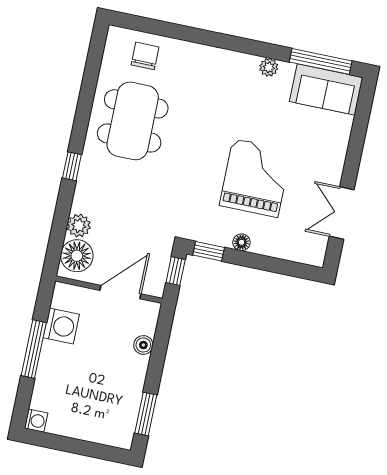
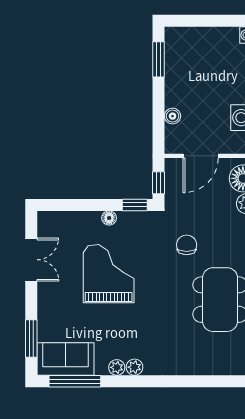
chair: (145, 56) -> (187, 245), moved, turned 180
plant: (248, 63) -> (134, 367), added
window: (361, 122) -> (31, 338), added
grand piano: (255, 178) -> (109, 274), turned 180

